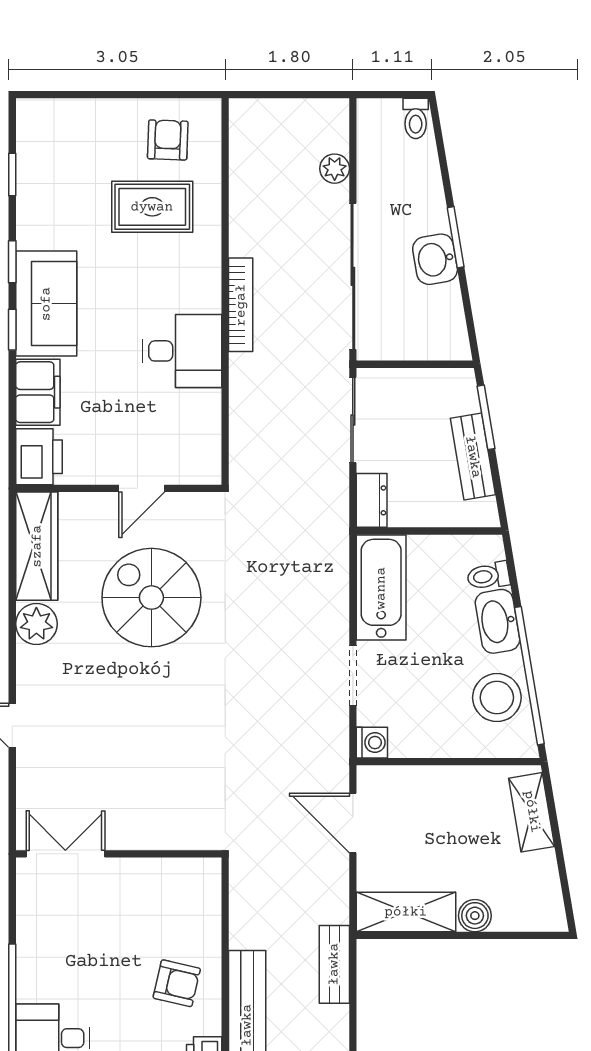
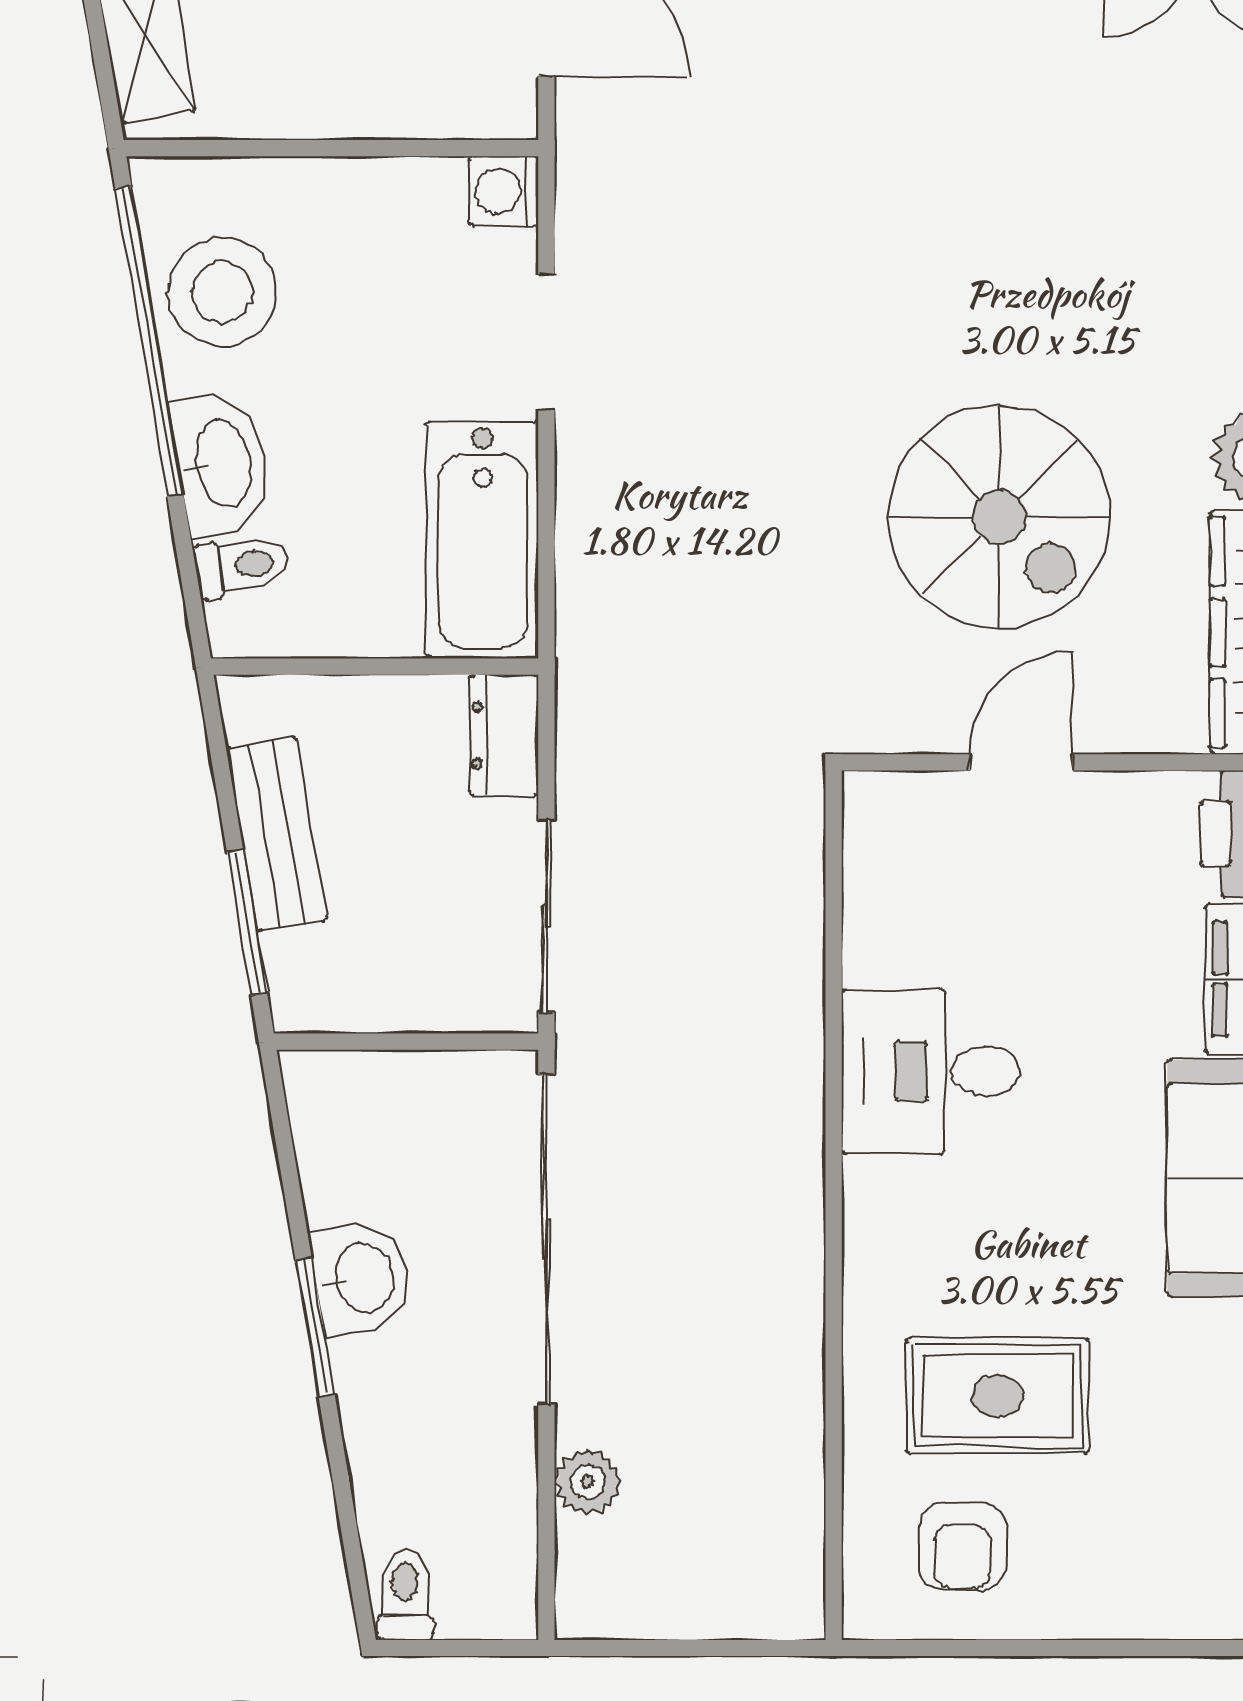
bookcase: (241, 305) -> (799, 1175), removed

